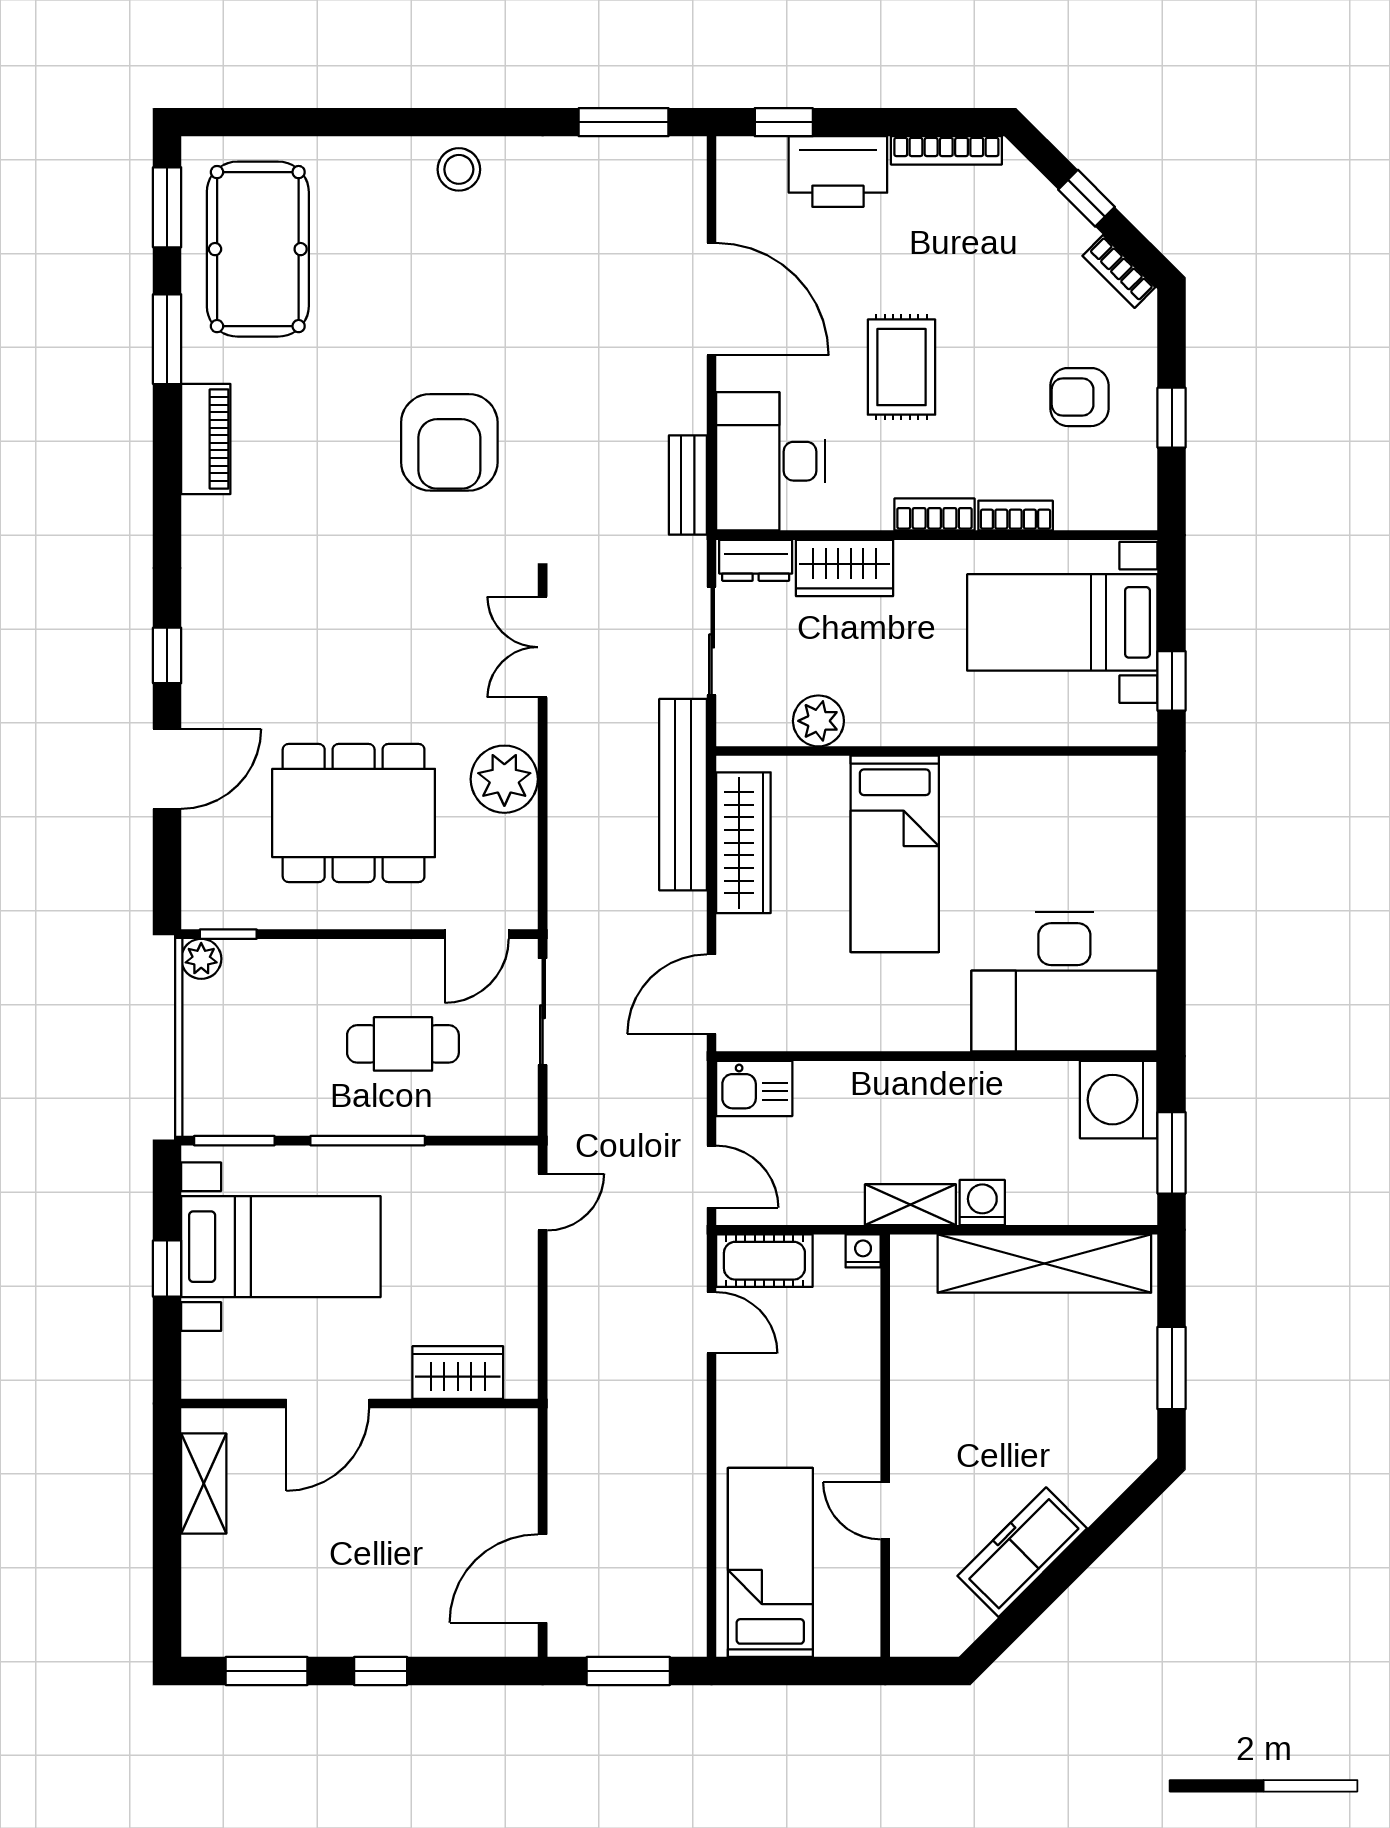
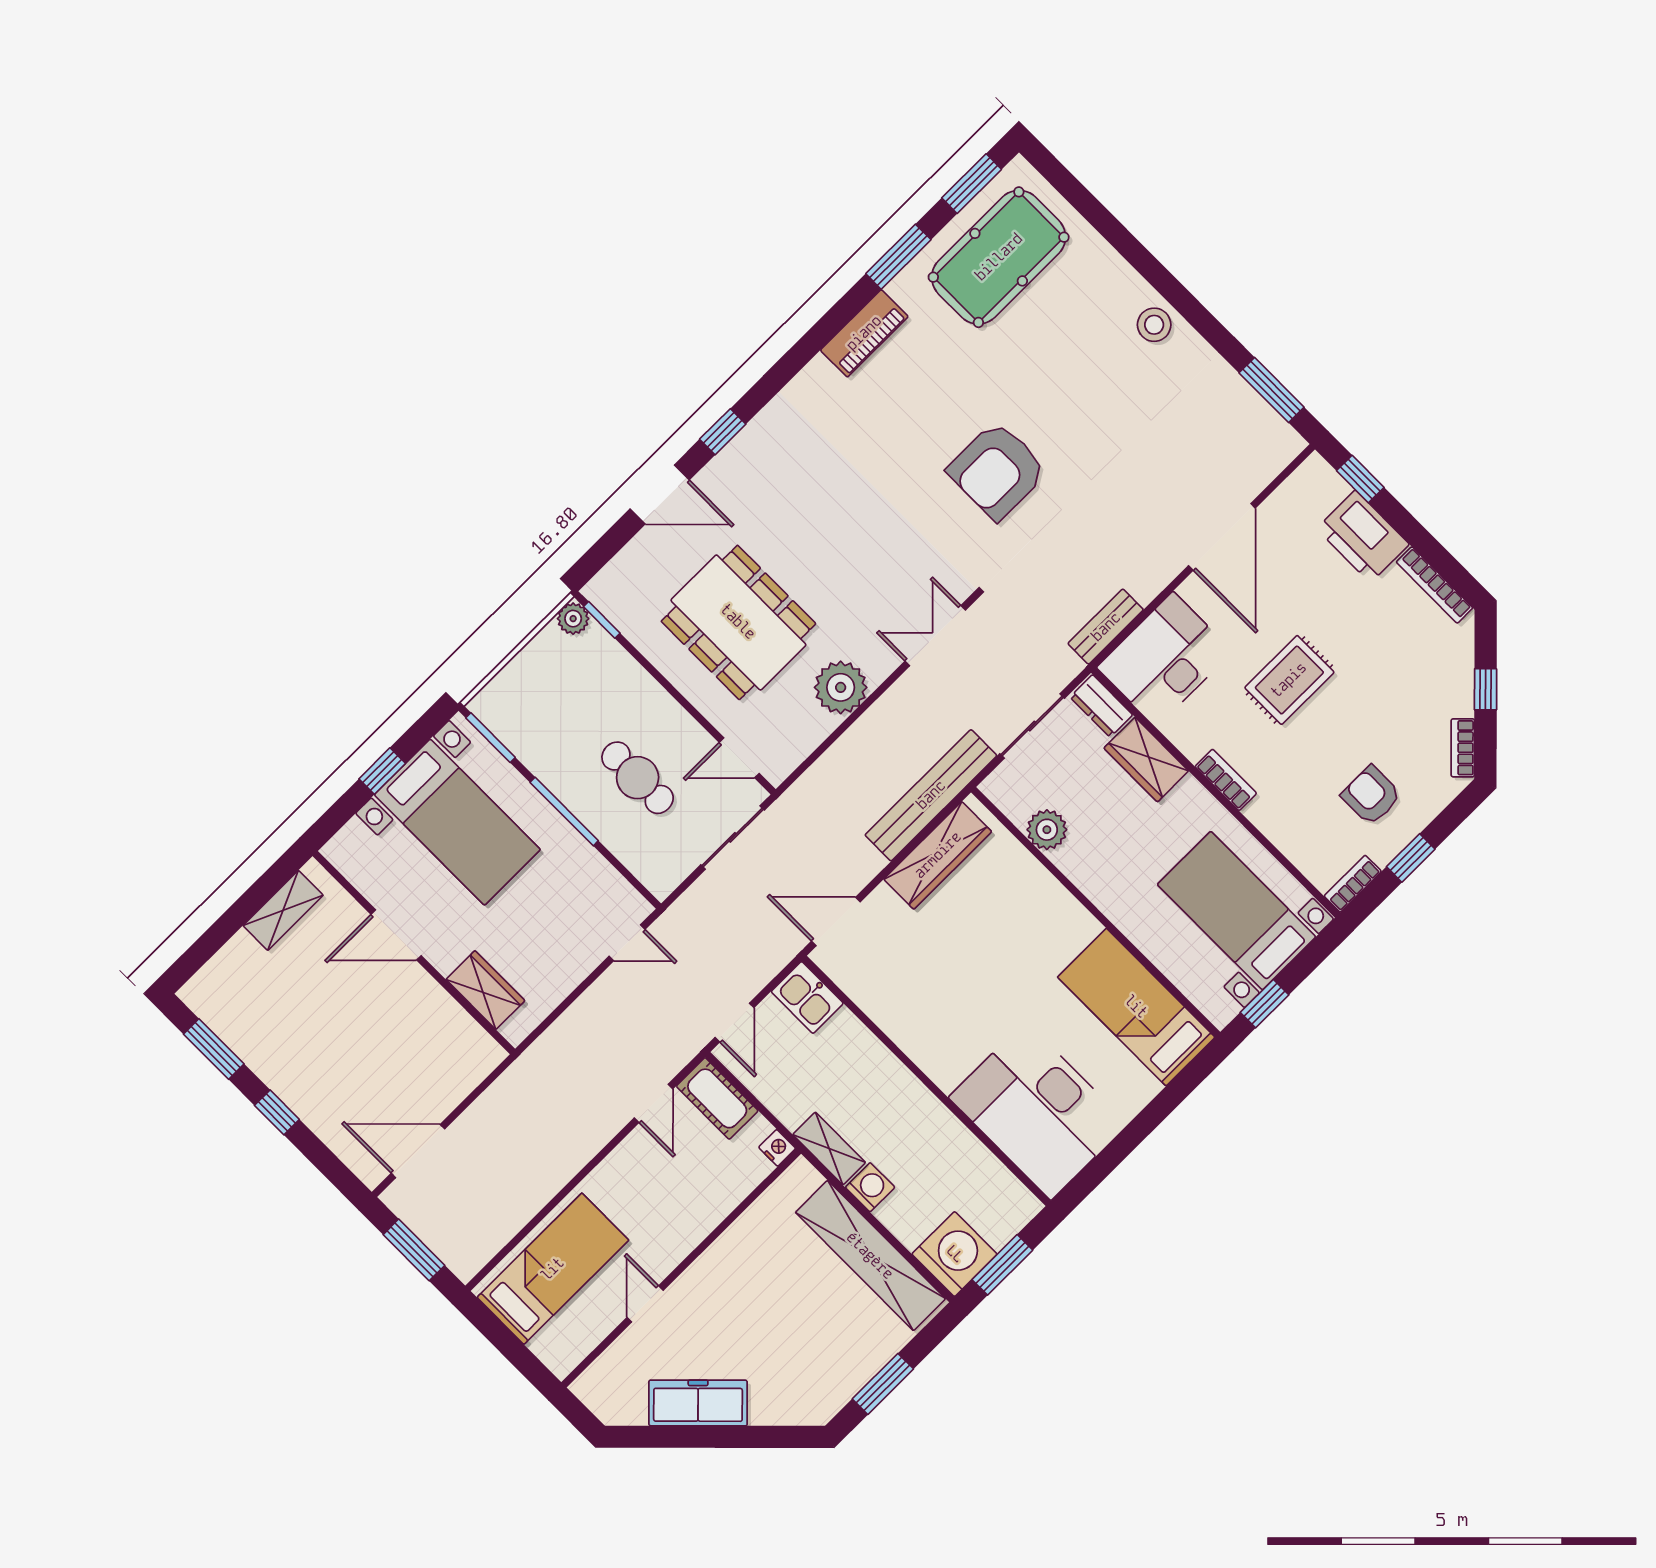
bookcase: (1016, 516) -> (1353, 884), moved, turned -90
bed: (895, 854) -> (1136, 1007), moved, turned 90
washing machine: (1119, 1100) -> (955, 1254), moved, turned 90

